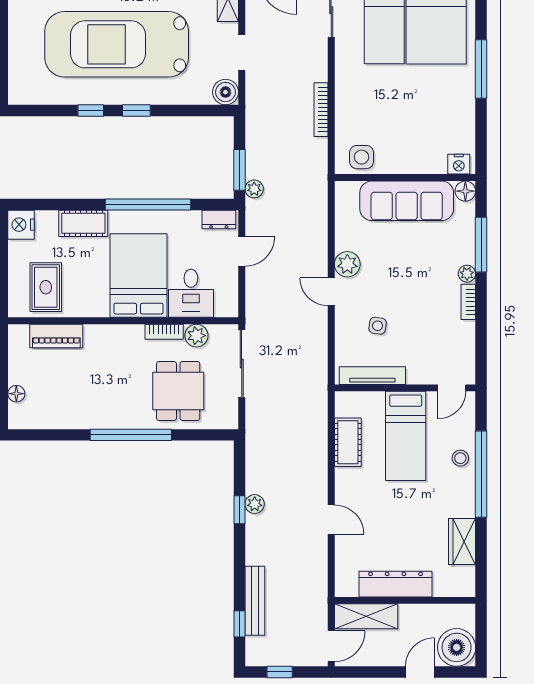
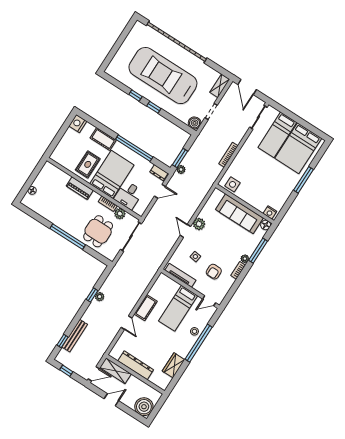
rug: (46, 287) -> (88, 164), moved
armchair: (427, 331) -> (214, 272), added
piano: (56, 336) -> (80, 188), moved
cot: (348, 442) -> (146, 308), moved
door: (420, 672) -> (111, 400), moved

